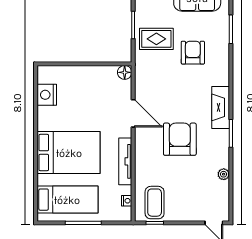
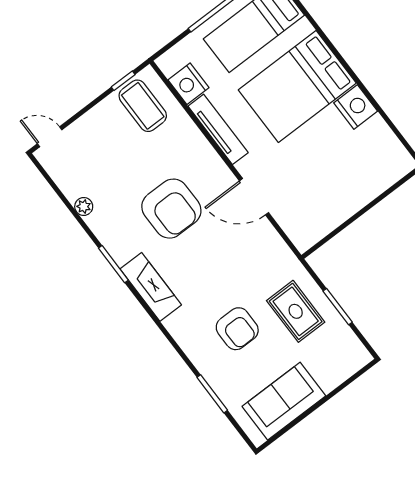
rug: (156, 39) -> (296, 311), turned 90
floor lamp: (125, 72) -> (303, 240), removed
nightstand: (47, 95) -> (356, 107), moved
nightstand: (127, 201) -> (188, 84), width x1.89, depth x1.79

